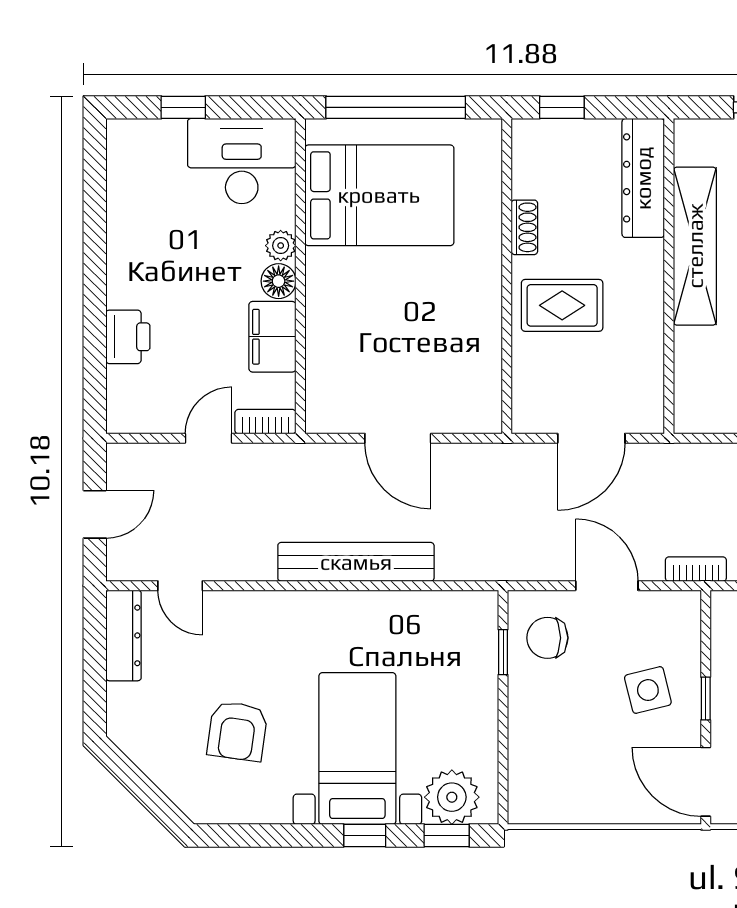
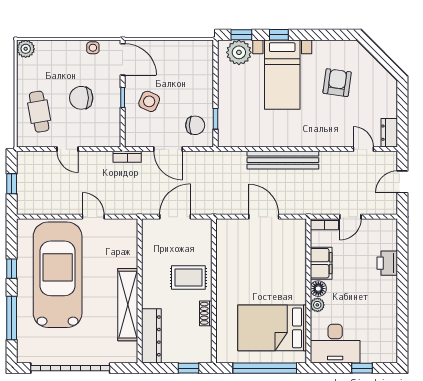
dresser: (124, 635) -> (389, 133), width x0.70
side table: (648, 690) -> (149, 101), turned 38

